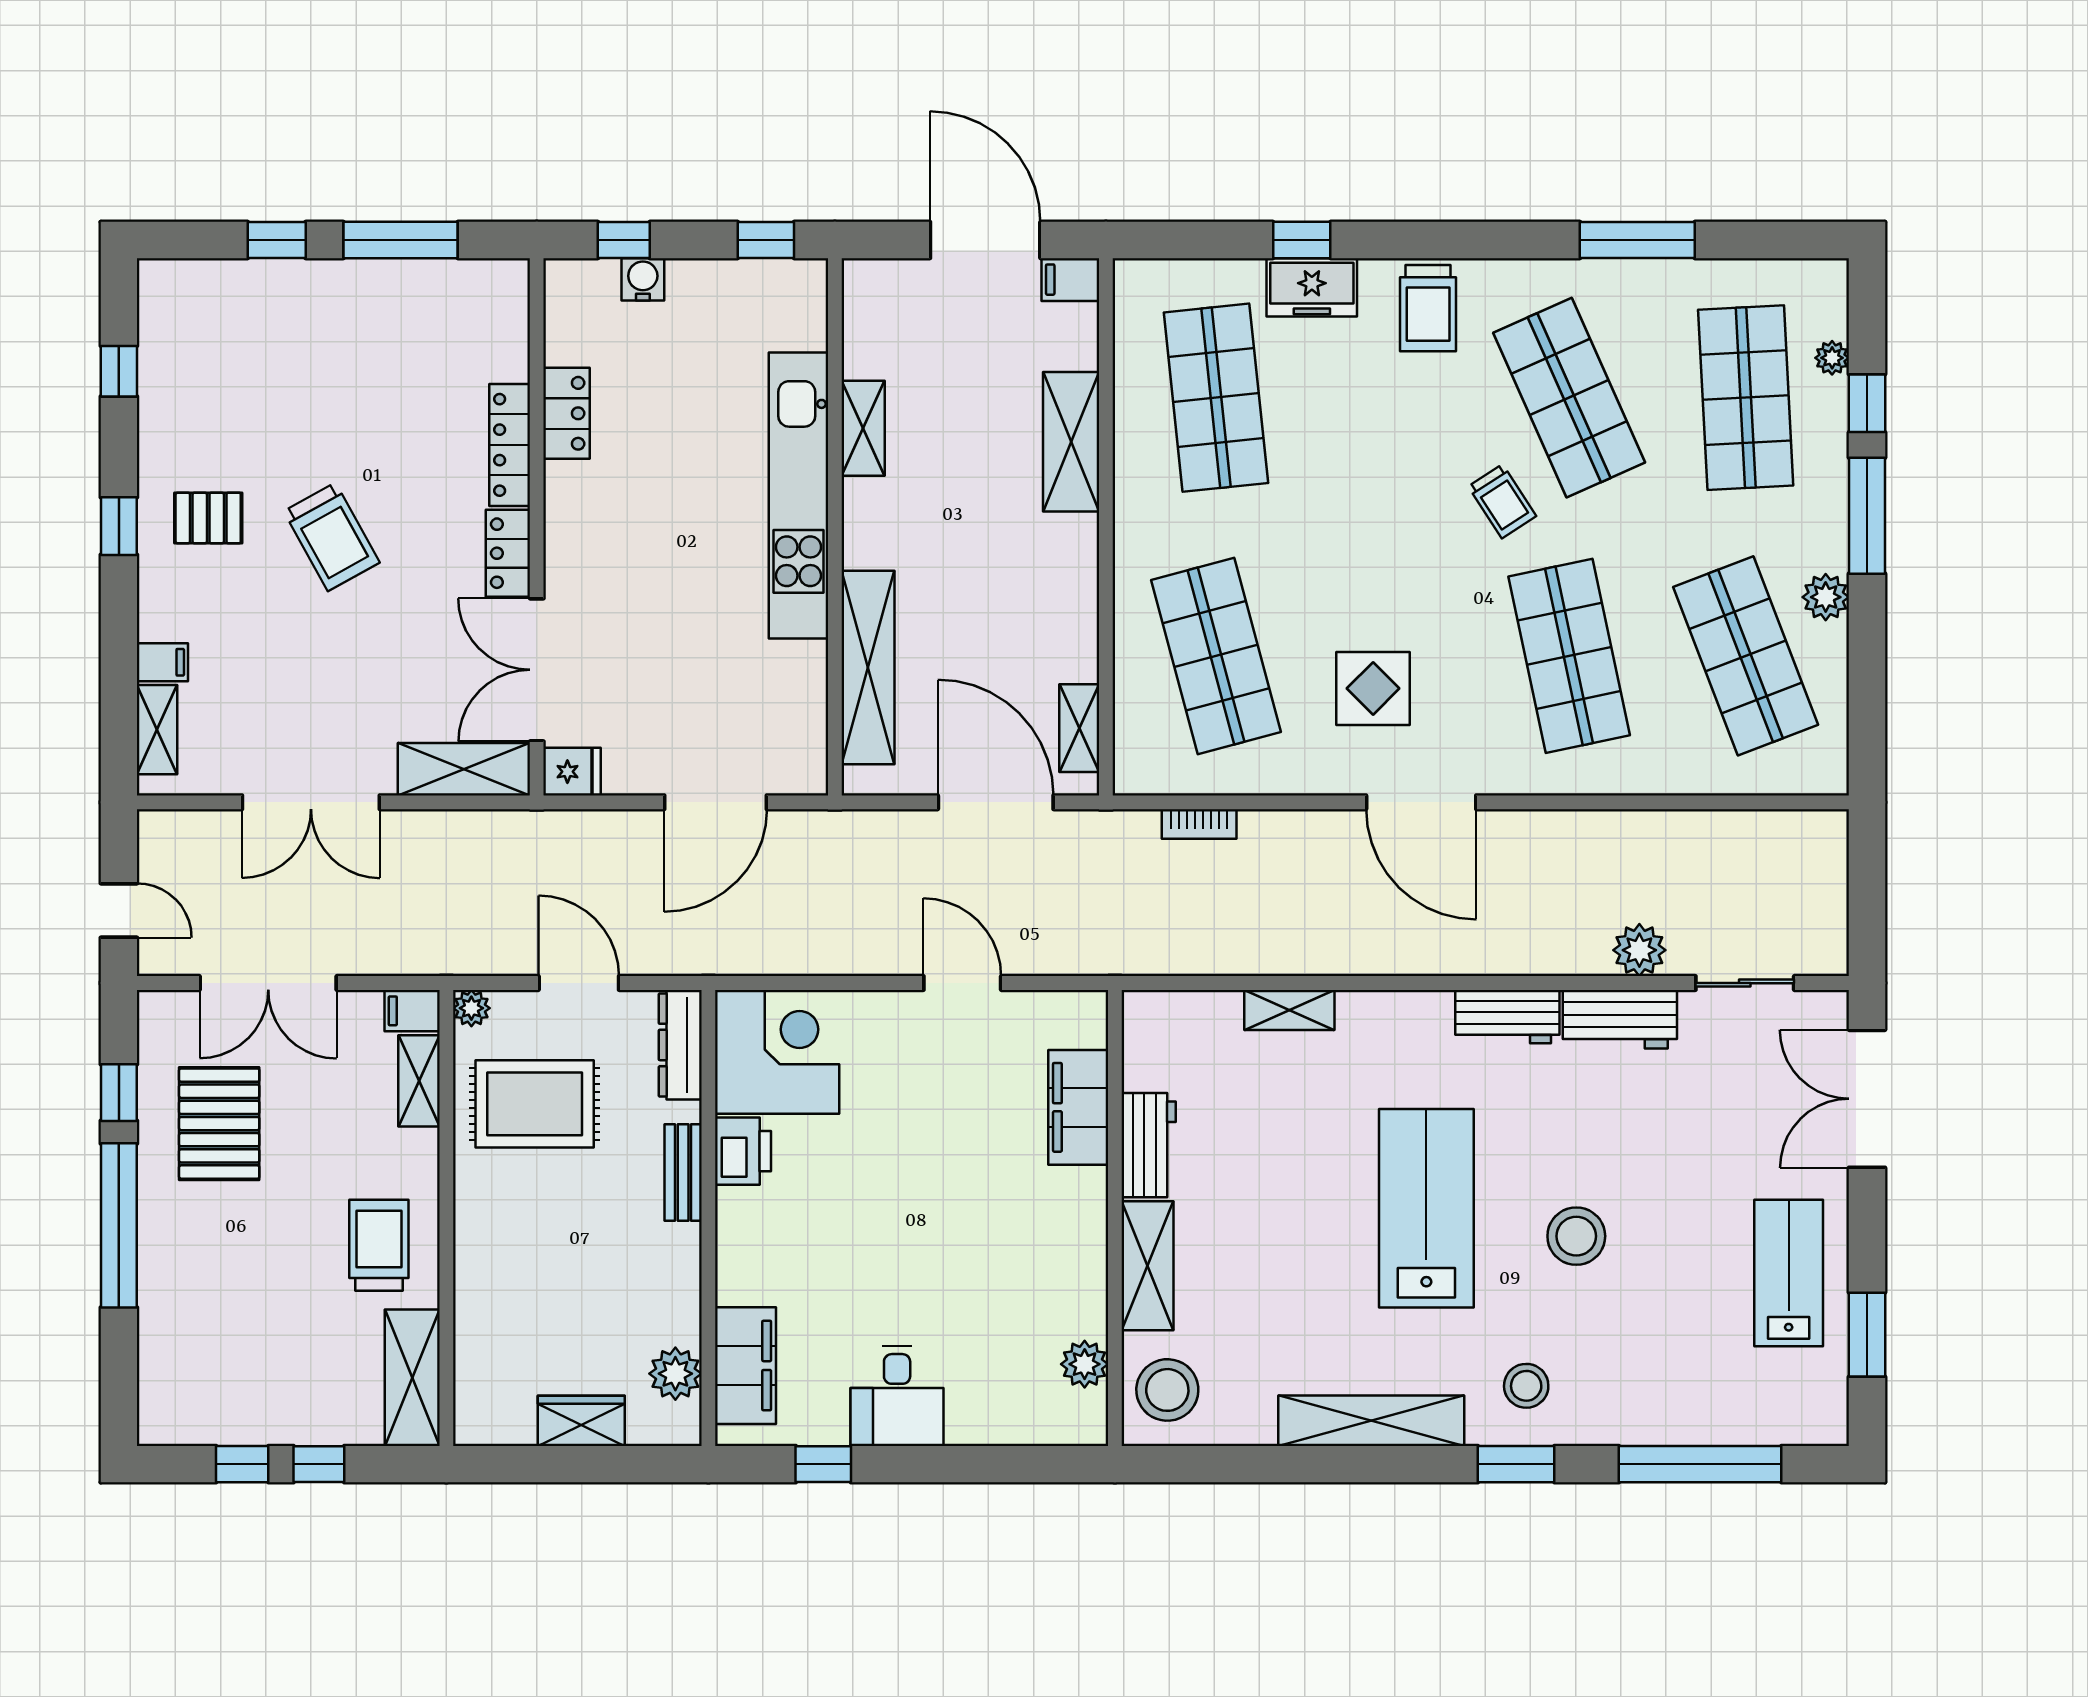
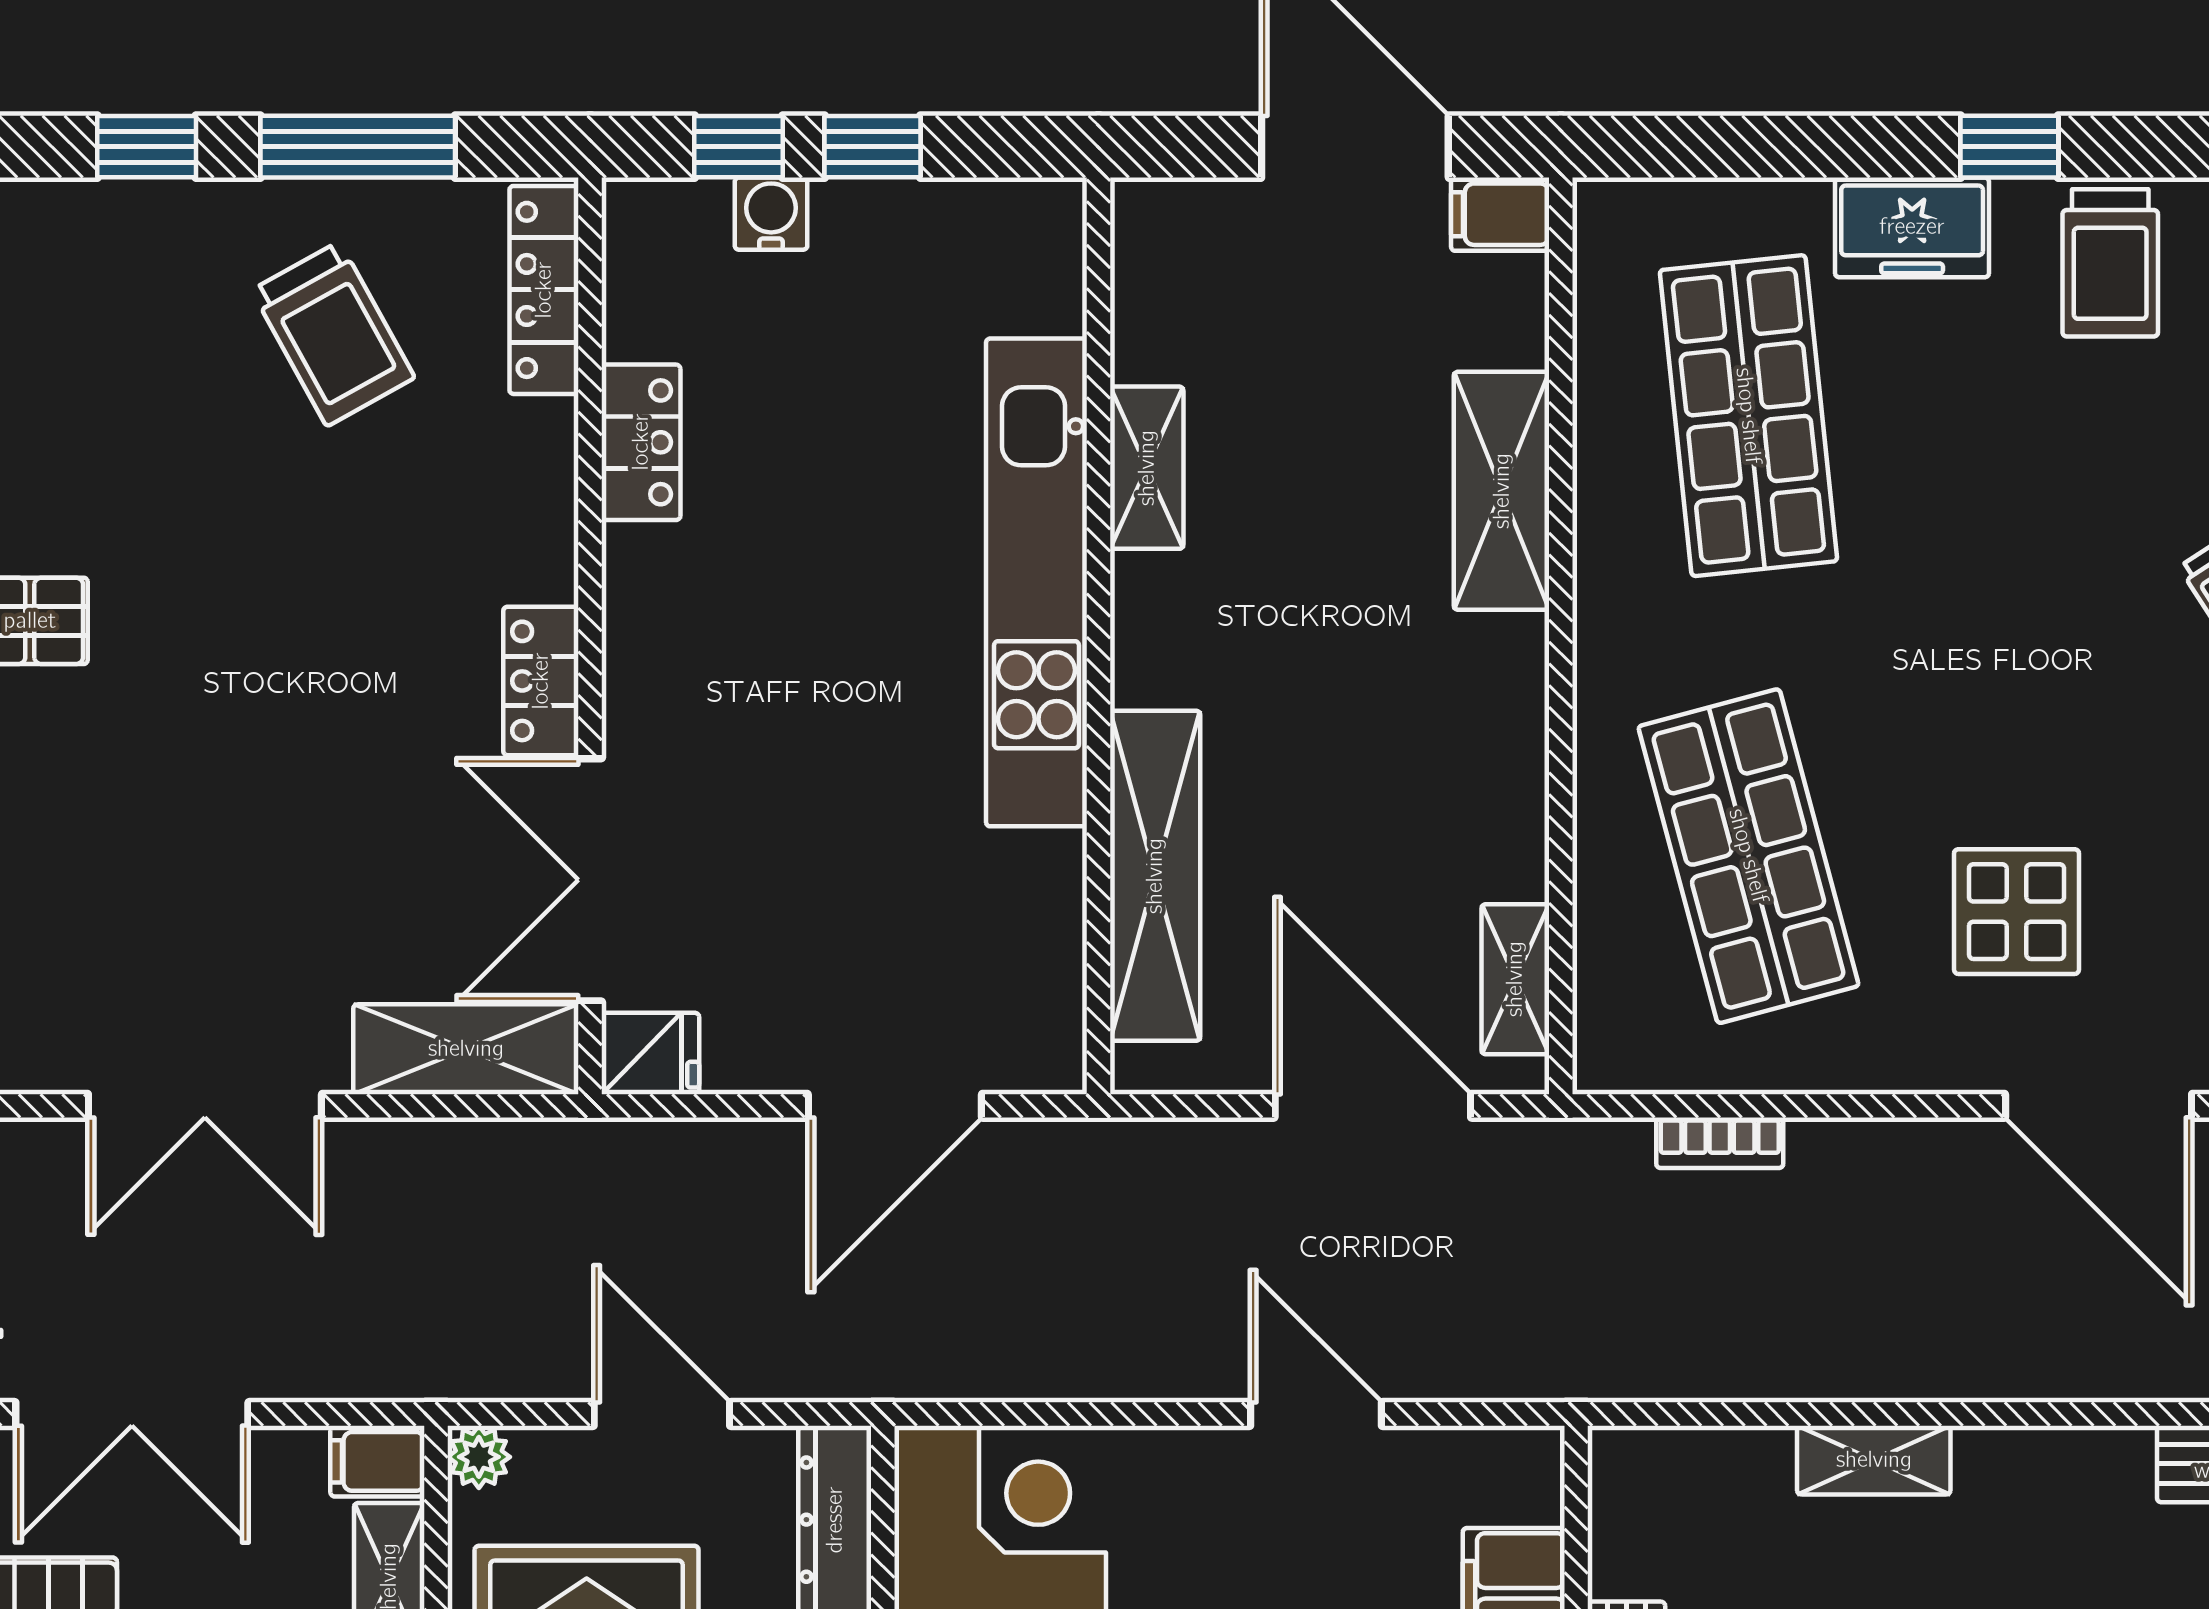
window: (766, 240) -> (872, 147), moved
window: (1302, 240) -> (2009, 147), moved
locker: (510, 445) -> (544, 290), moved
trolley: (332, 537) -> (333, 334), moved

